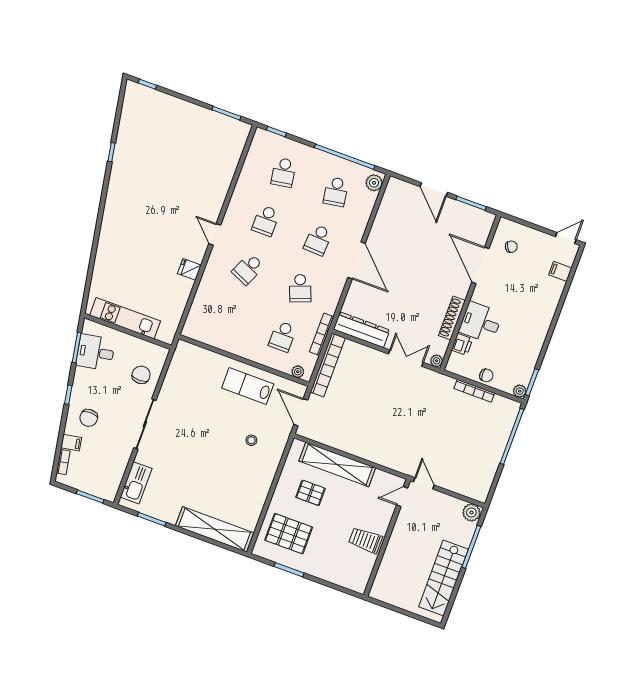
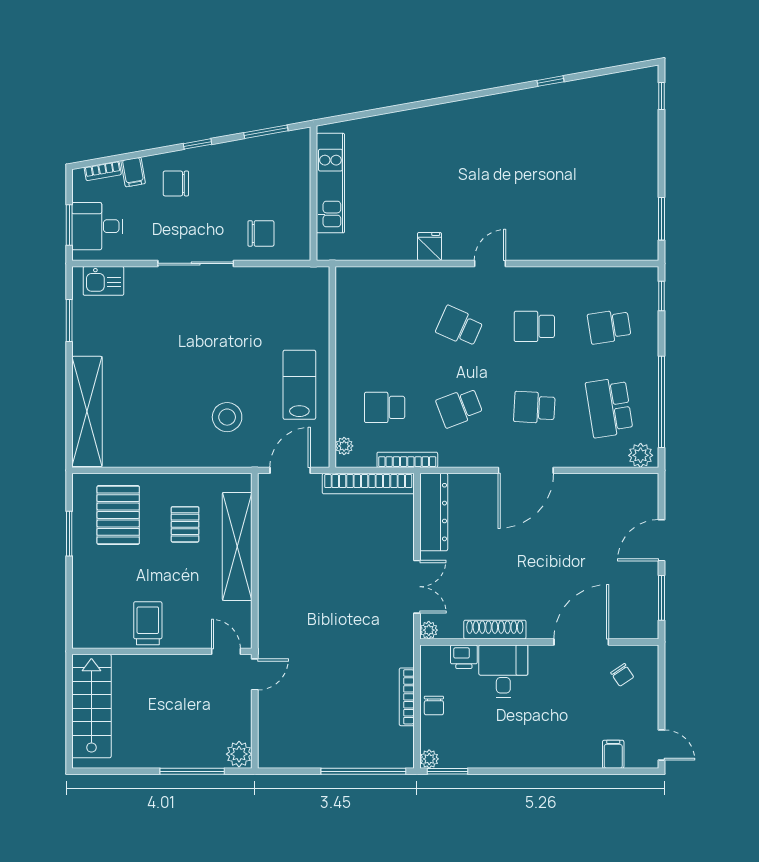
school desk: (336, 192) -> (609, 407), width x1.85
desk: (96, 352) -> (97, 226), moved, turned -80
stool: (251, 440) -> (227, 417), width x1.89, depth x1.89
kitchen sink: (136, 483) -> (103, 281), width x0.73
stairs: (443, 578) -> (91, 706), moved, turned 90

